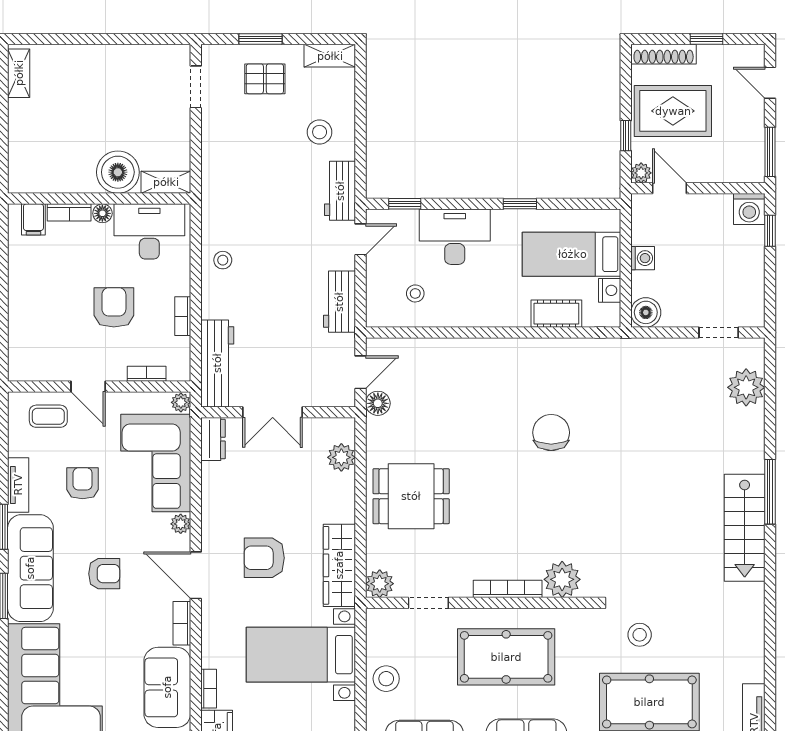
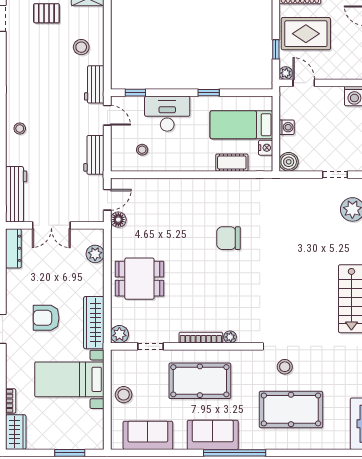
door: (360, 239) -> (107, 115), hinge flipped
chair: (551, 433) -> (228, 238), turned -90
dresser: (213, 439) -> (13, 248), width x1.44
plant: (562, 579) -> (230, 337), width x0.53, depth x0.53

